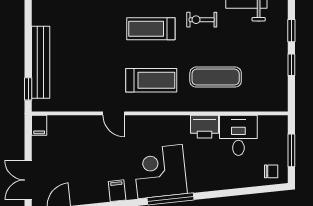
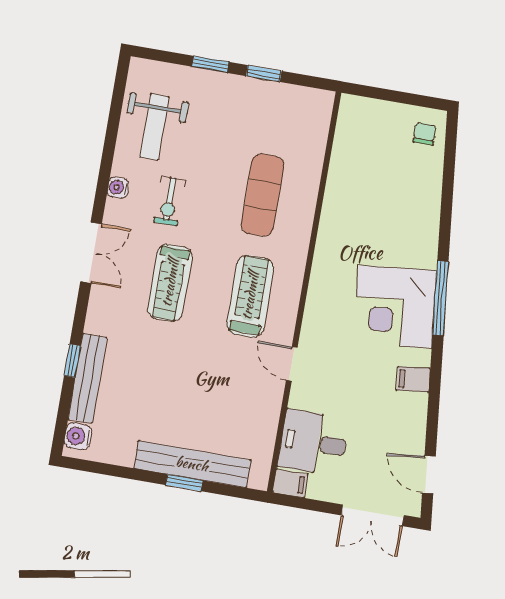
window: (28, 89) -> (184, 483), moved
door: (114, 113) -> (292, 364), swing flipped
printer: (204, 127) -> (337, 226), removed
desk: (238, 135) -> (313, 443), moved
window: (291, 150) -> (397, 97), removed

